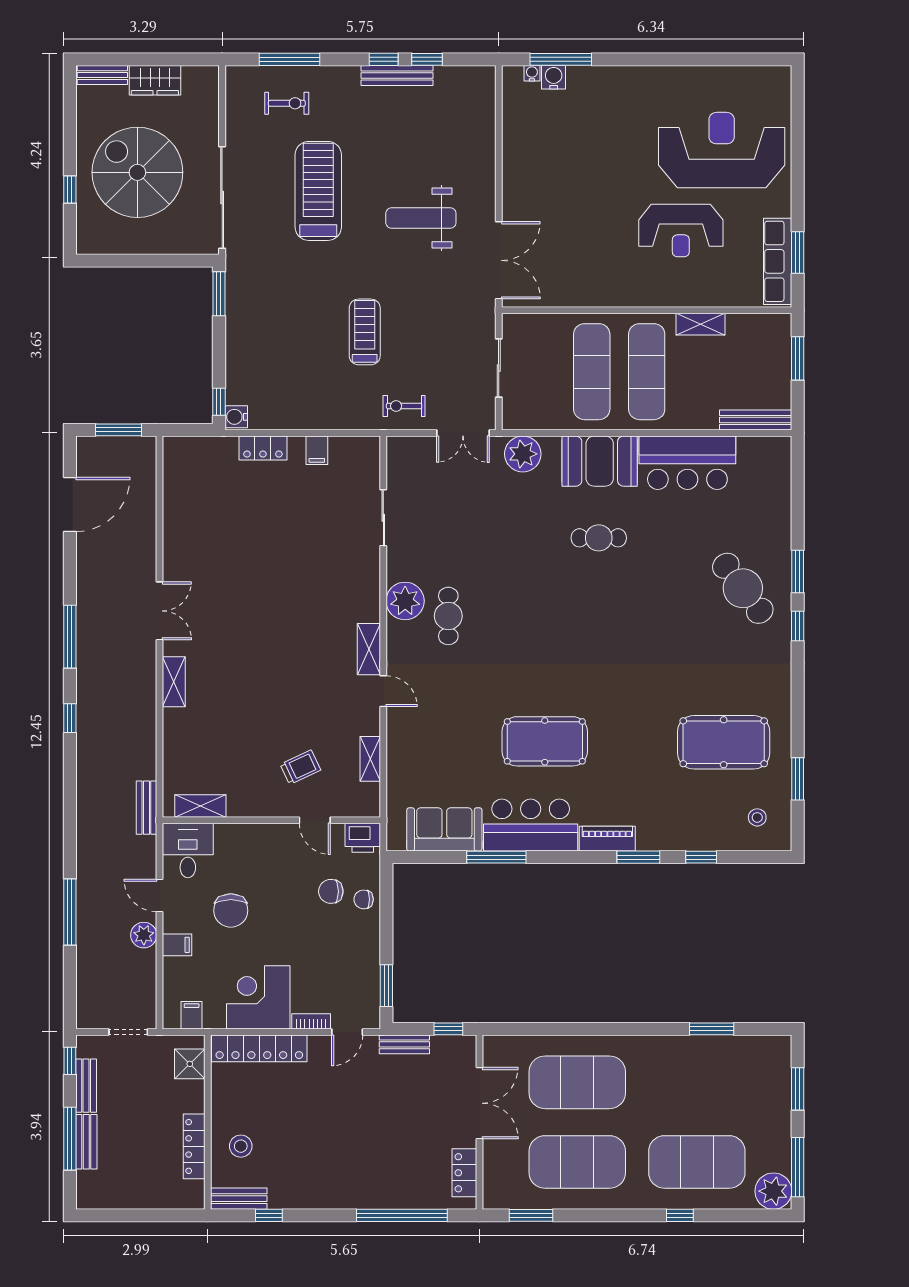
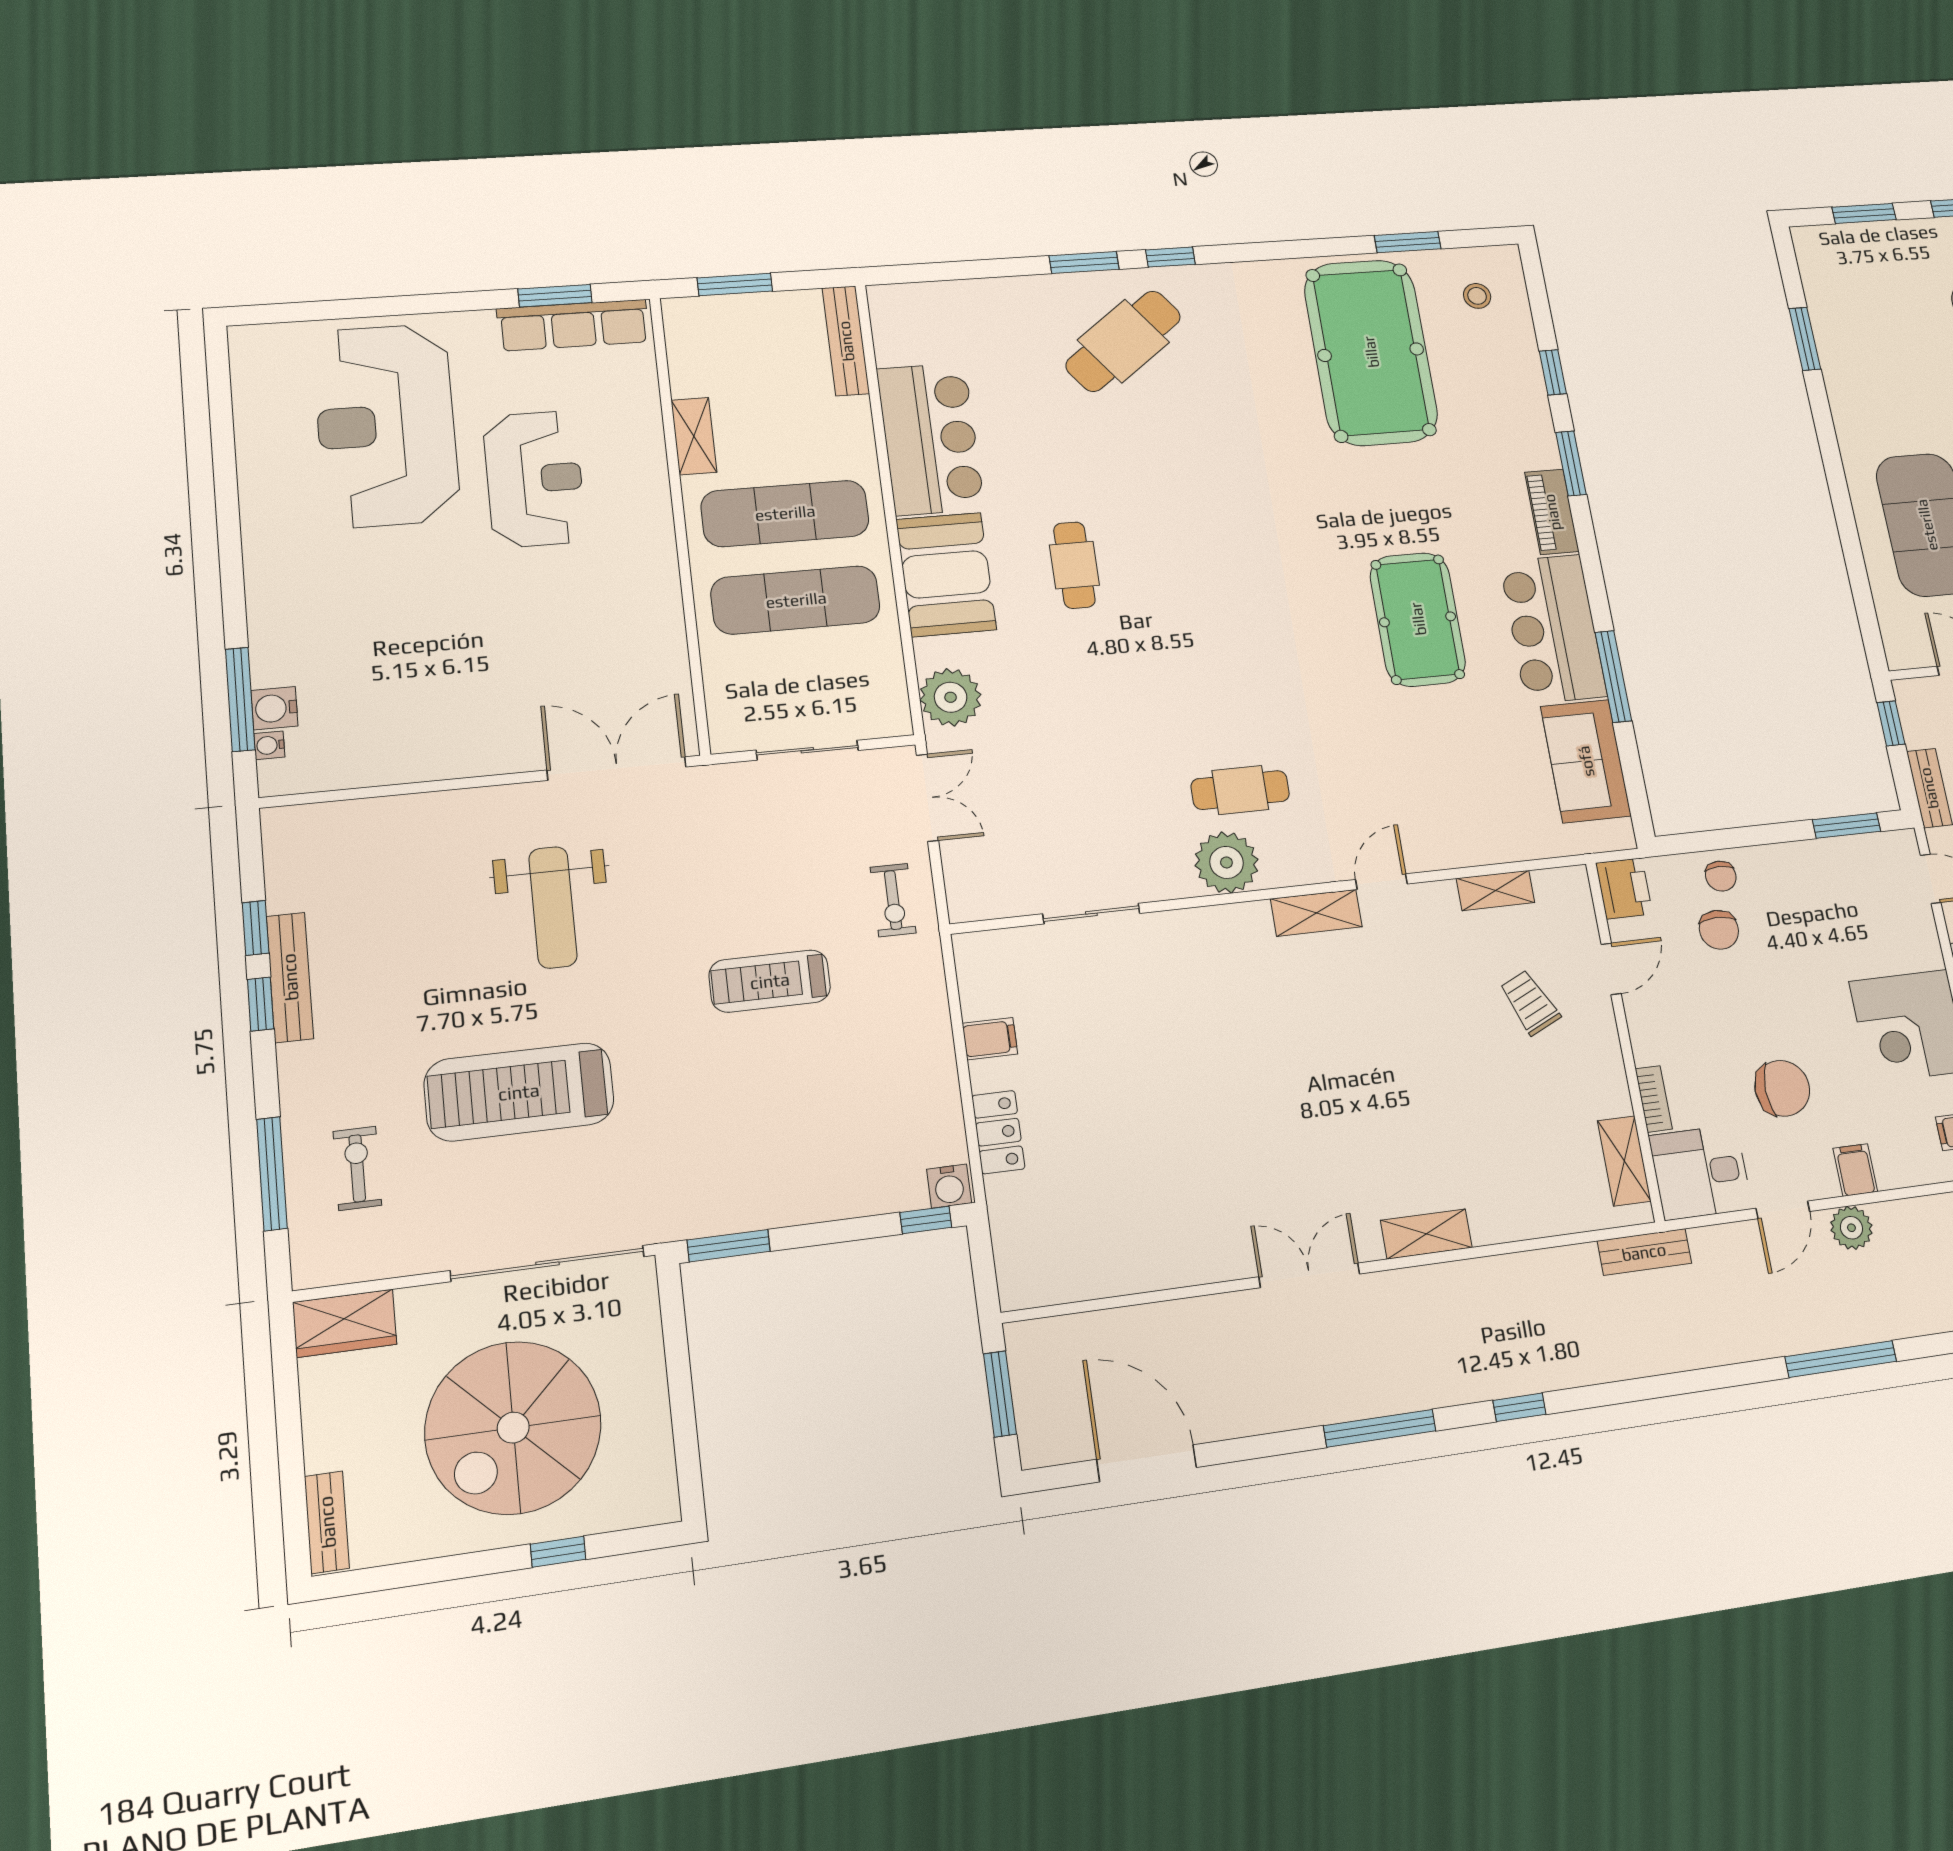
wardrobe: (155, 80) -> (345, 1323), moved, turned 90
pool table: (724, 742) -> (1371, 352), width x1.36, depth x1.32
bookcase: (311, 1021) -> (1654, 1099), moved, turned 180

